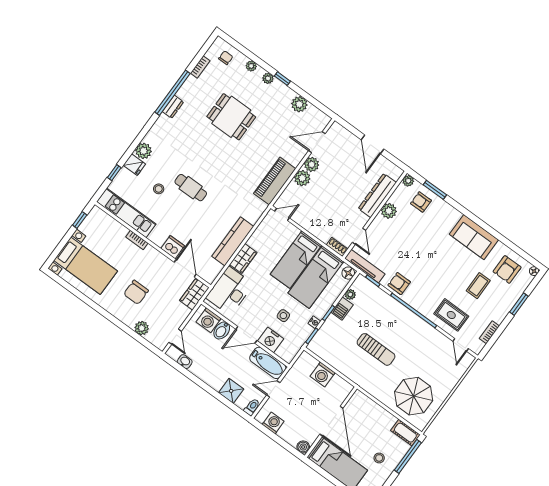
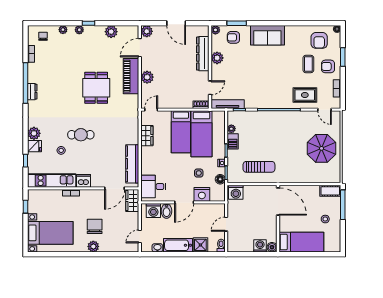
dining table: (231, 117) -> (96, 88), moved, turned 90
plant: (312, 164) -> (147, 31), moved
piano: (275, 181) -> (131, 76), moved
door: (359, 236) -> (210, 88), hinge flipped
sofa: (474, 237) -> (267, 35), moved
kitchen counter: (233, 241) -> (132, 164), moved
dishwasher: (173, 247) -> (84, 181), moved
wardrobe: (243, 258) -> (147, 136), moved
door: (185, 268) -> (115, 188), swing flipped
floor lamp: (348, 273) -> (220, 179), moved
armchair: (399, 284) -> (328, 66), moved
desk: (230, 291) -> (153, 187), width x0.73
chair: (136, 292) -> (95, 226), turned 180
plant: (142, 328) -> (93, 246), moved
door: (175, 337) -> (140, 236), swing flipped
sun lounger: (376, 349) -> (259, 167), moved
bathtub: (268, 363) -> (178, 245), moved, turned 180
washing machine: (323, 375) -> (236, 192), moved
parasol: (414, 396) -> (322, 148), moved
door: (331, 421) -> (278, 201), moved
washing machine: (273, 423) -> (260, 246), moved

